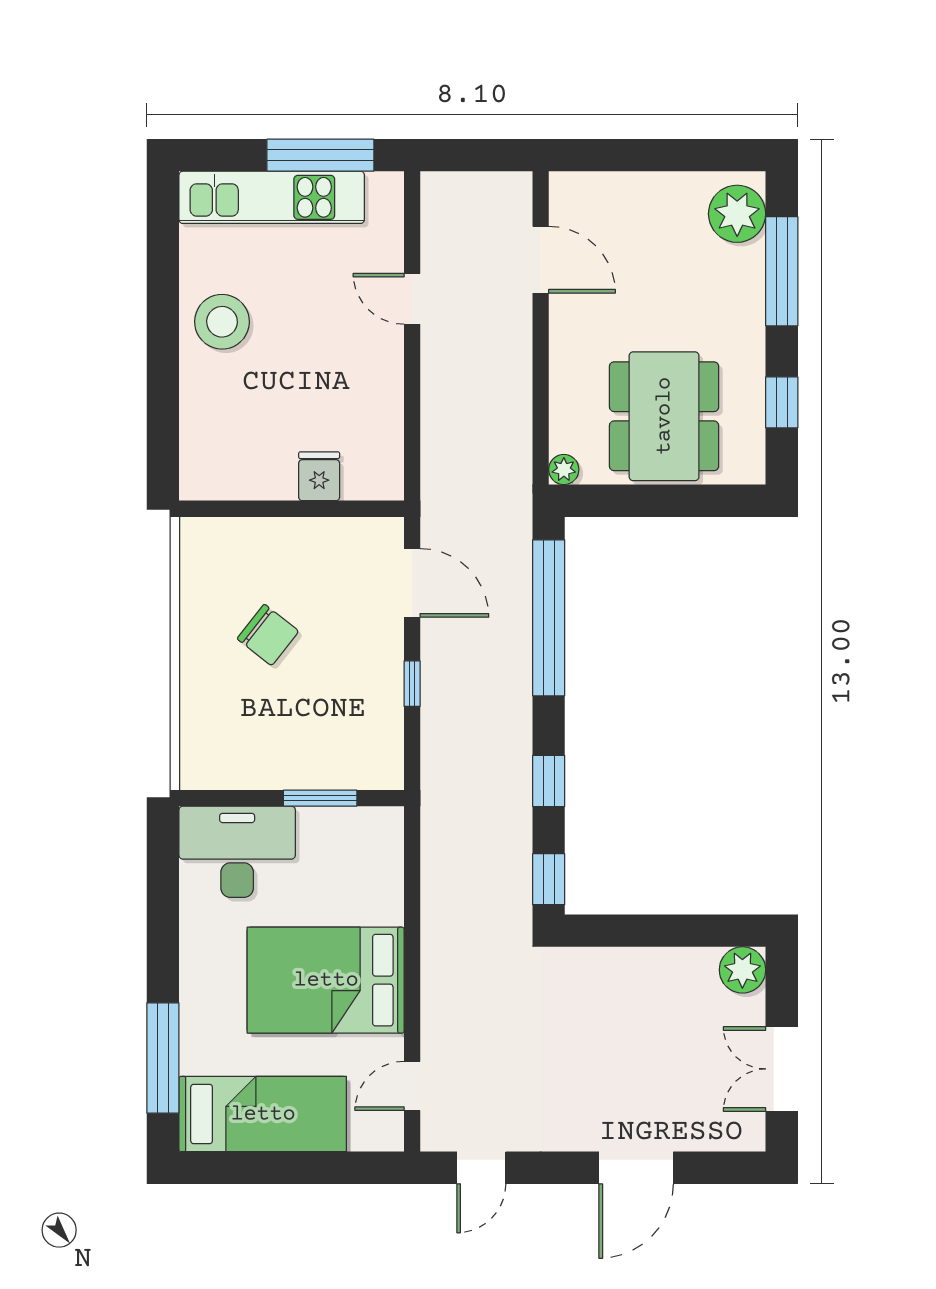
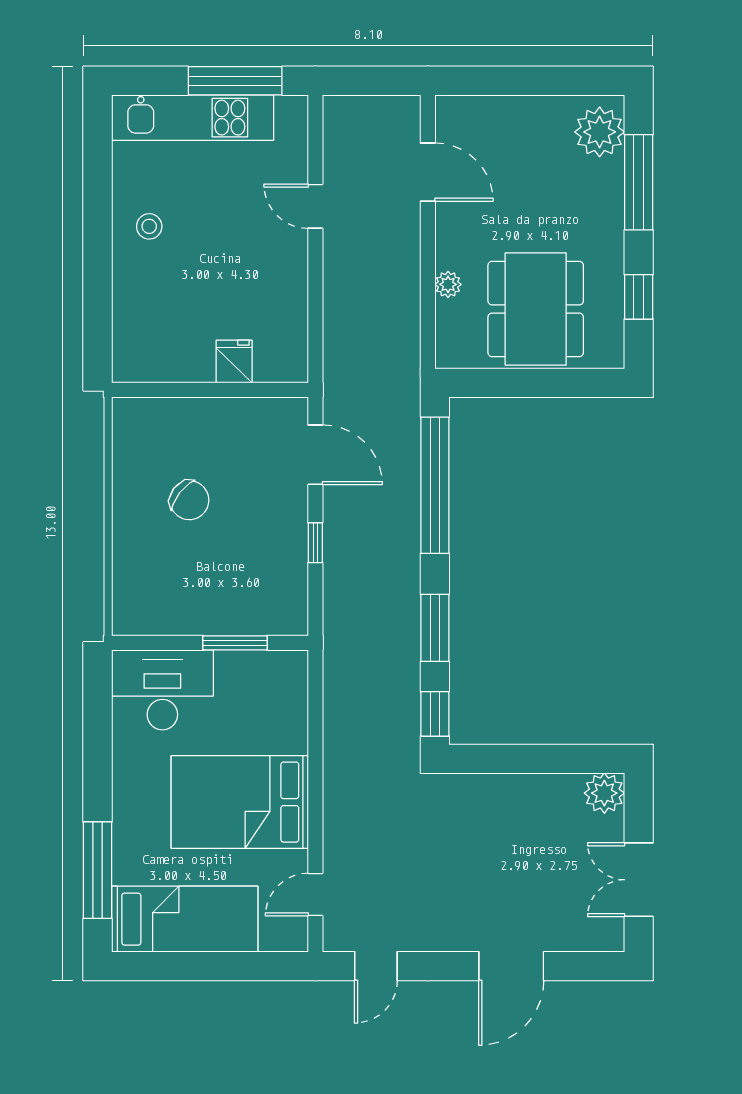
stool: (222, 322) -> (149, 226), width x0.53, depth x0.53
plant: (564, 470) -> (448, 284), moved
window: (549, 781) -> (435, 628), width x1.50

